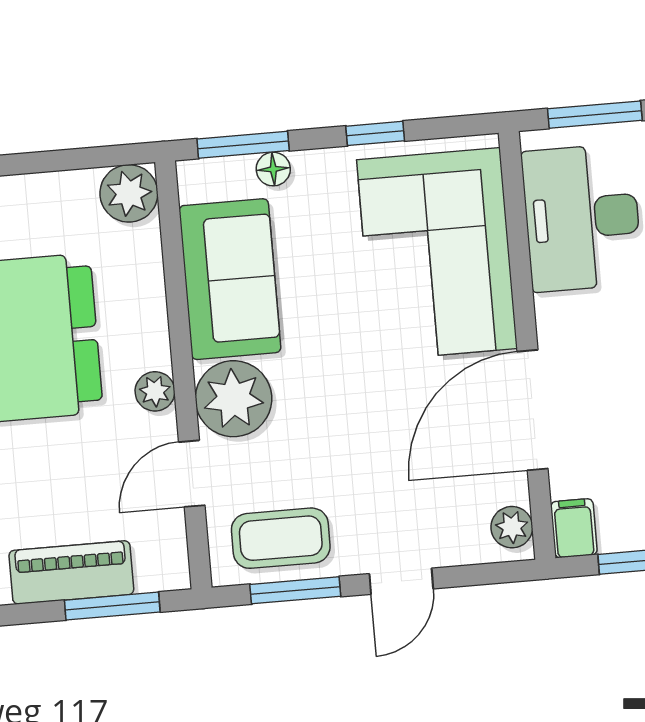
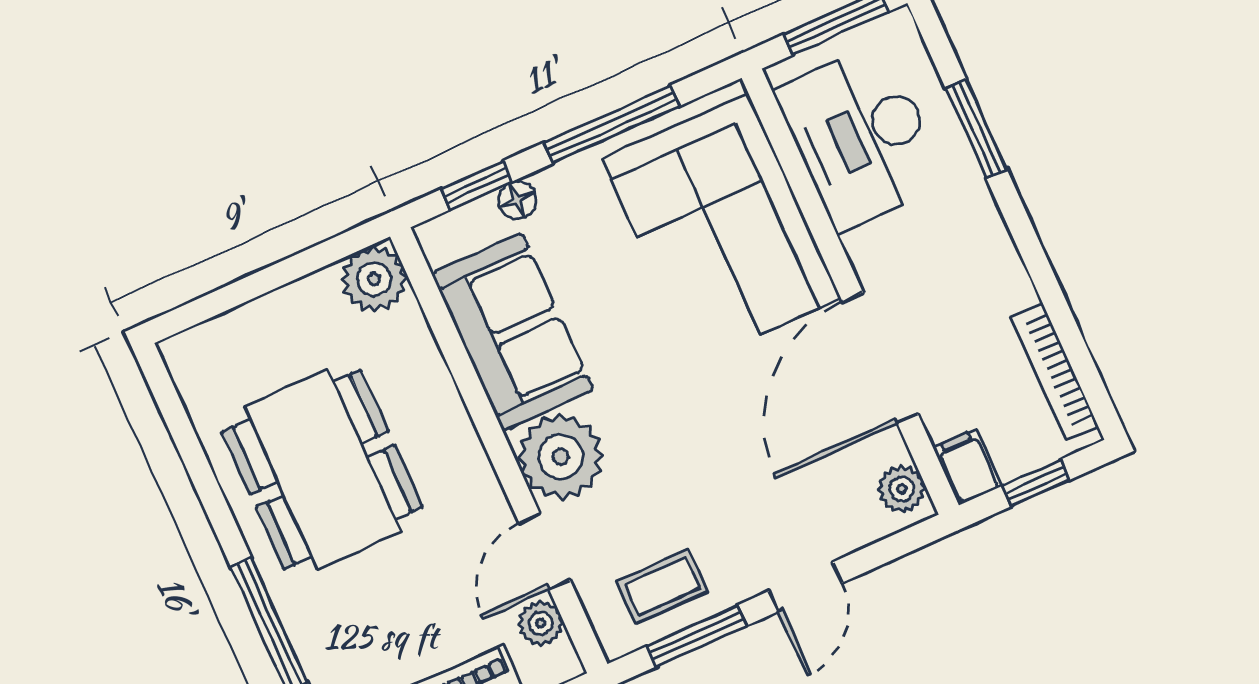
window: (375, 133) -> (611, 124), width x2.17
window: (243, 145) -> (476, 185), width x0.67
plant: (155, 391) -> (541, 623), moved
coffee table: (281, 538) -> (662, 586), width x0.73, depth x0.77

